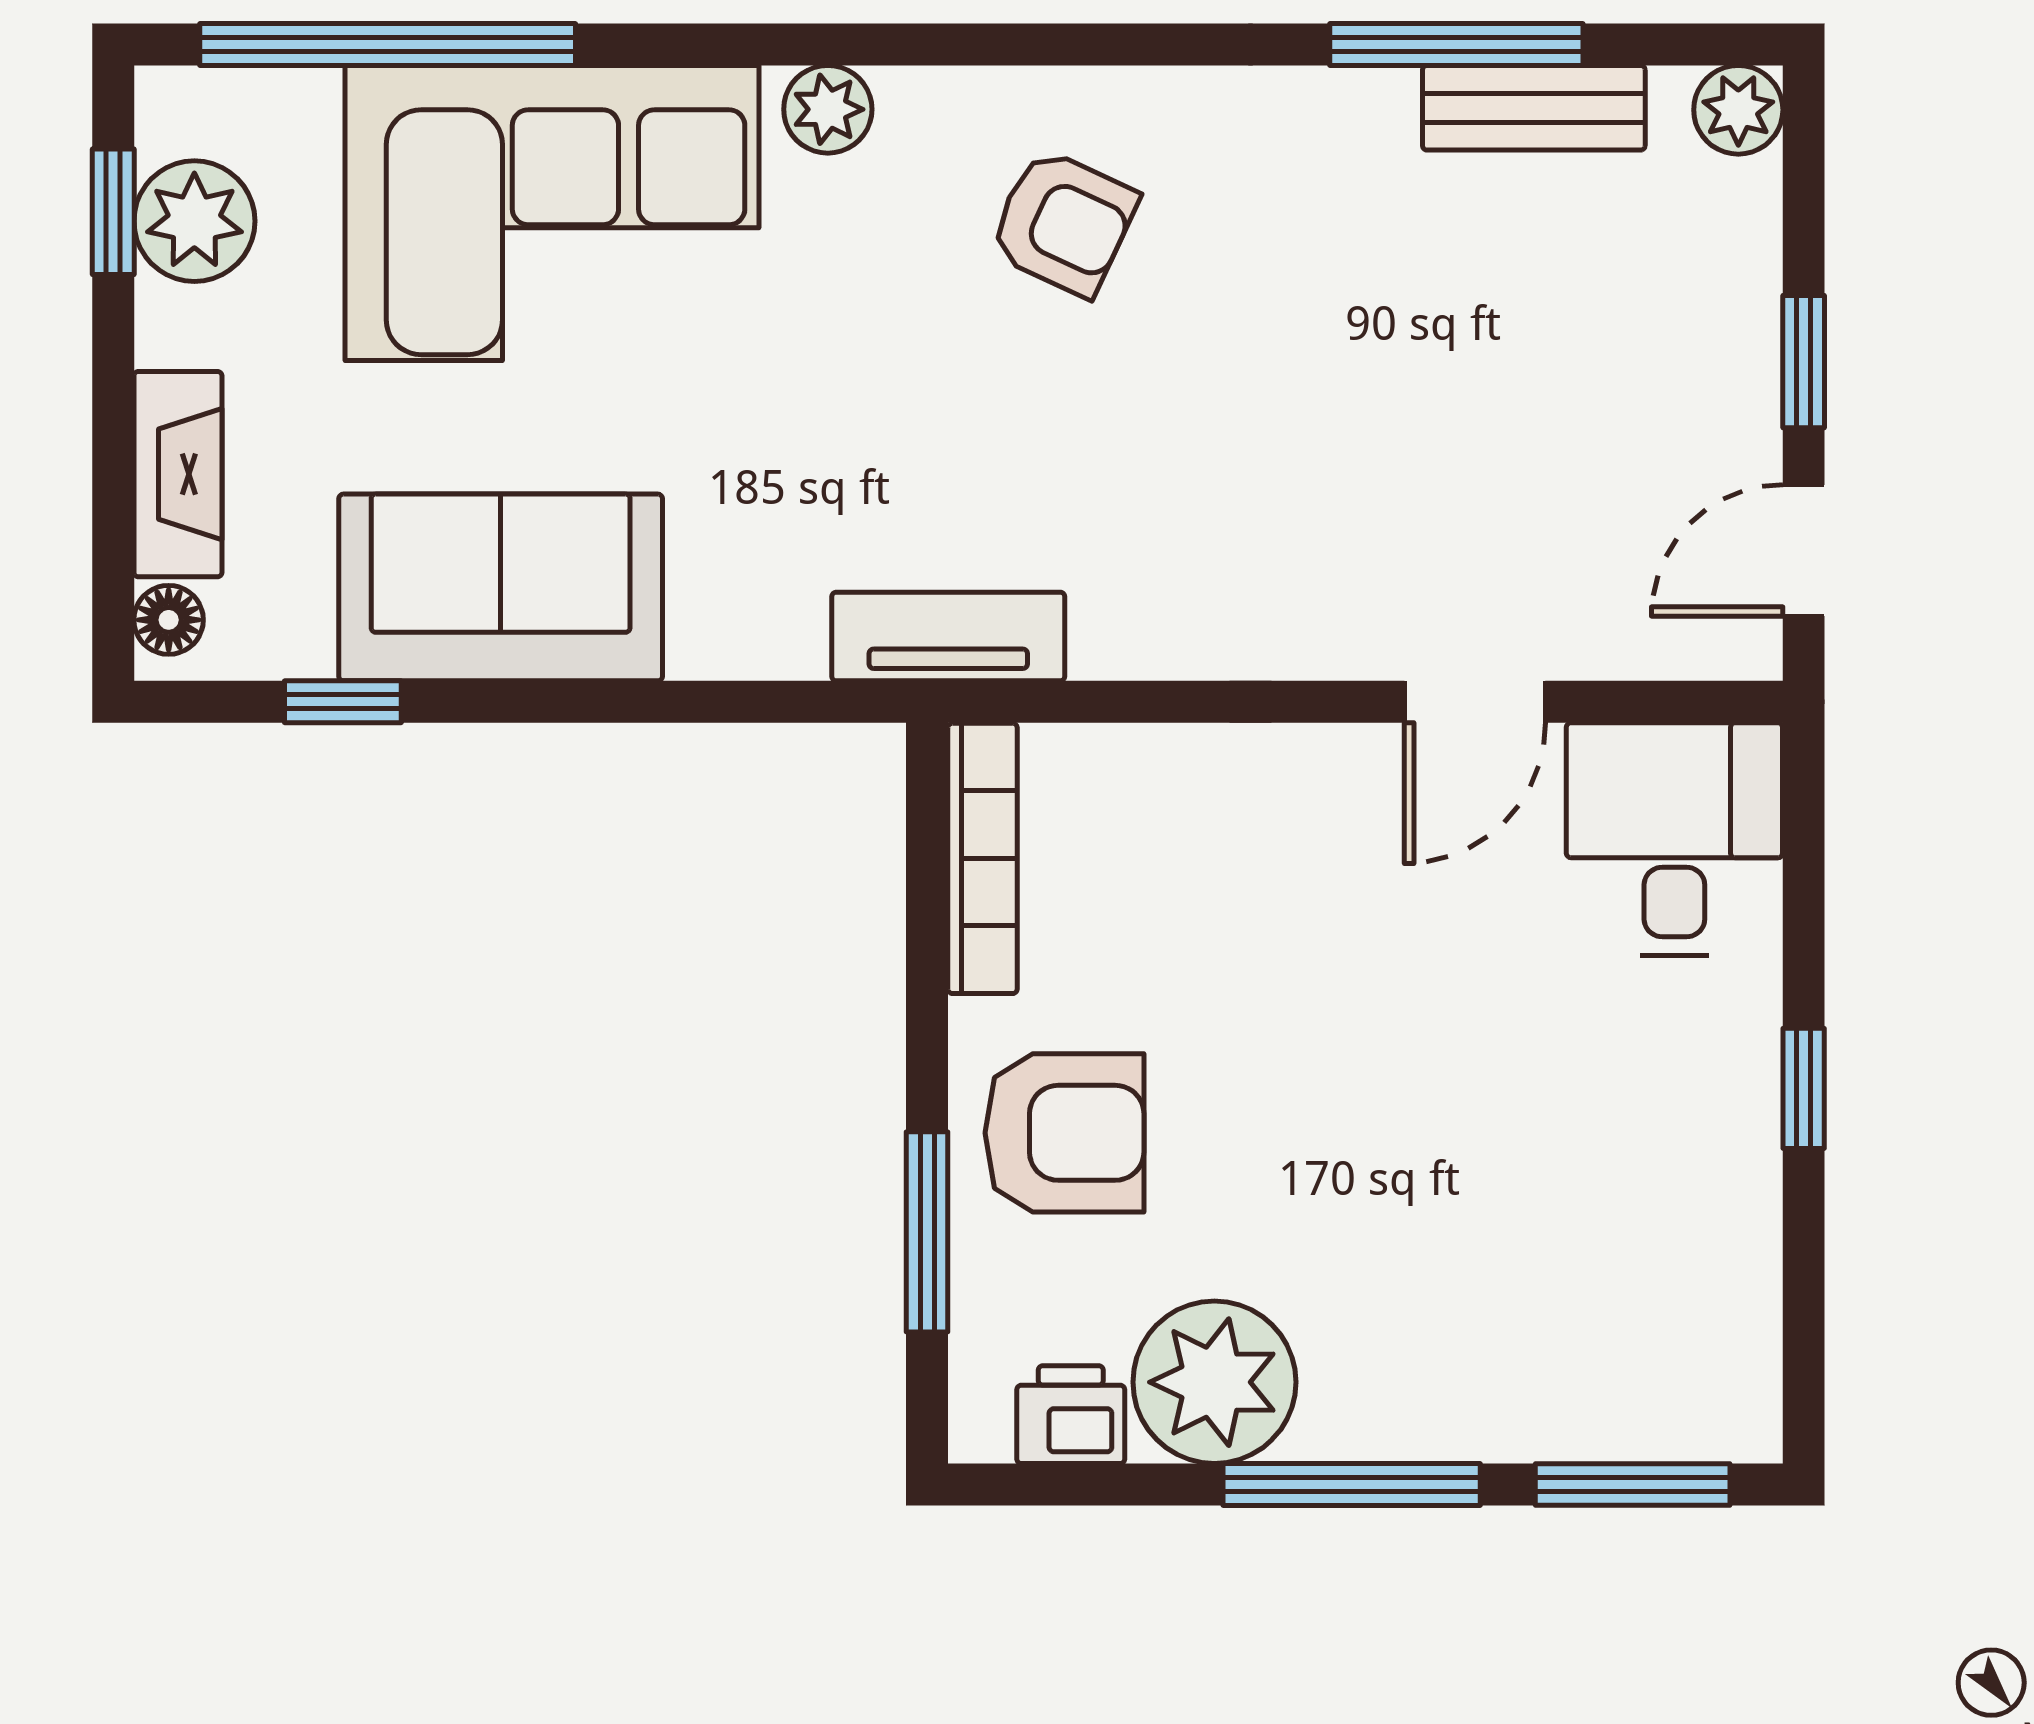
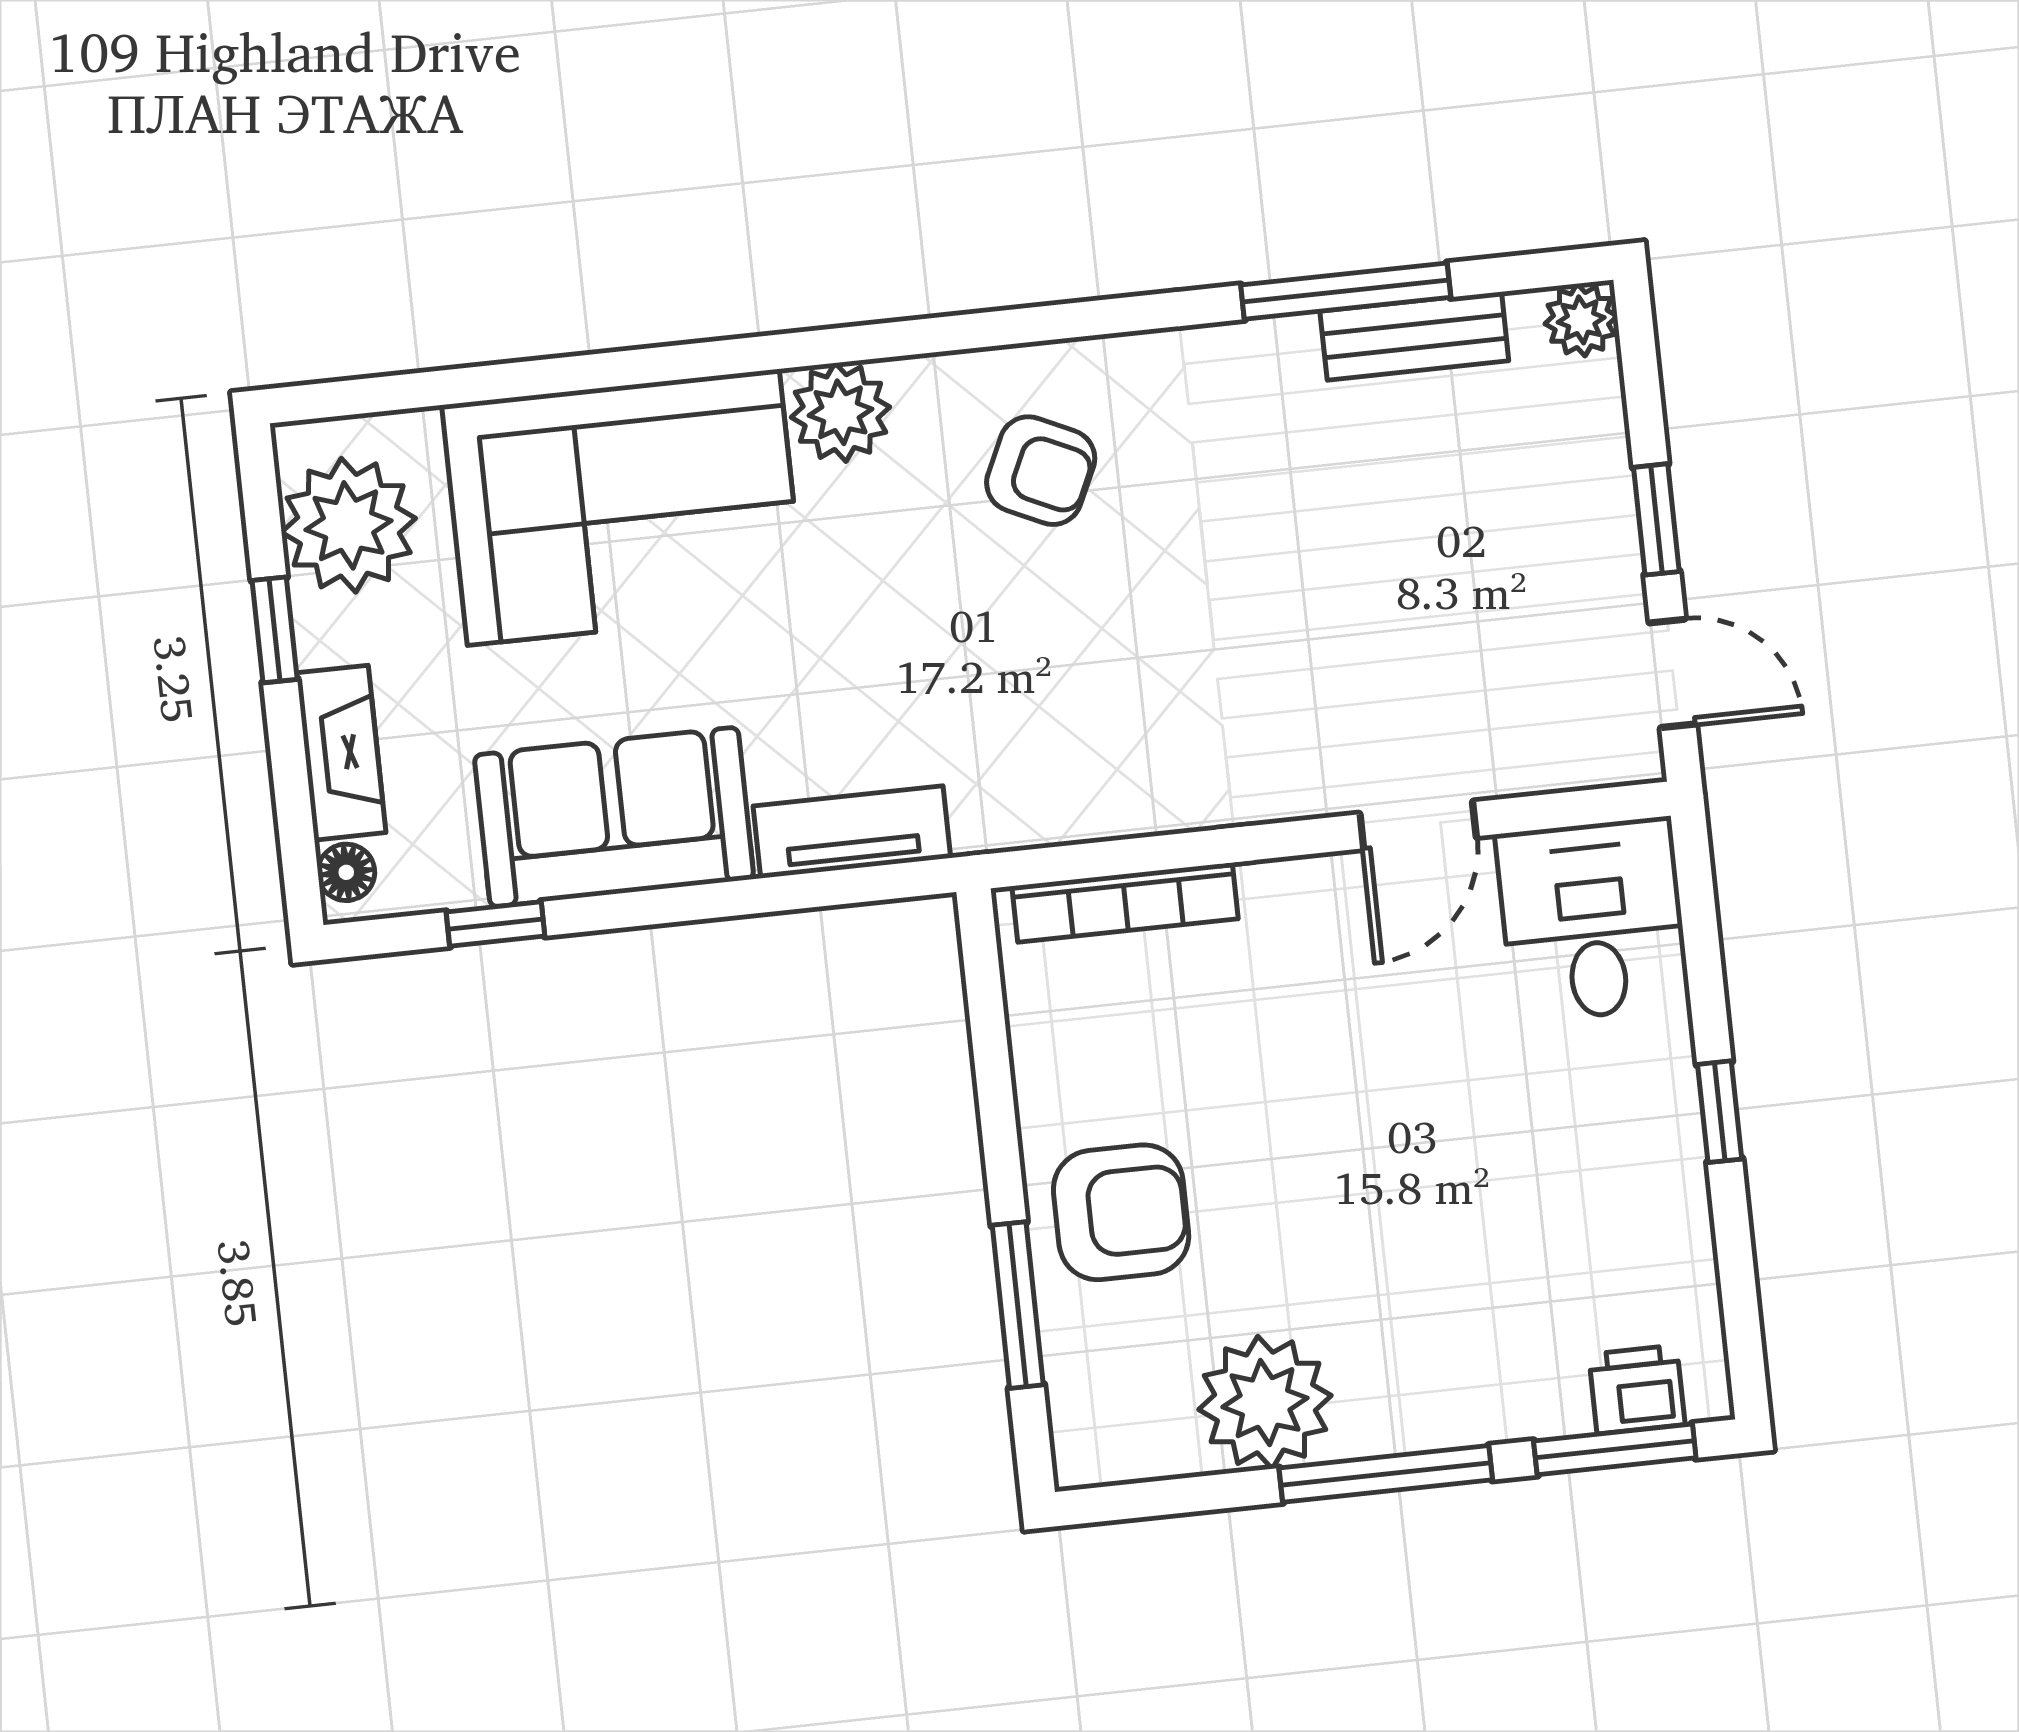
window: (388, 44) -> (475, 384), removed
plant: (828, 109) -> (840, 412), width x1.38, depth x1.38
window: (113, 212) -> (275, 630), moved
plant: (194, 221) -> (349, 525), width x1.36, depth x1.36
door: (1804, 551) -> (1673, 673), swing flipped
tv unit: (948, 637) -> (852, 832), moved
bookcase: (983, 858) -> (1125, 902), moved, turned 90
printer: (1071, 1415) -> (1637, 1389), moved

